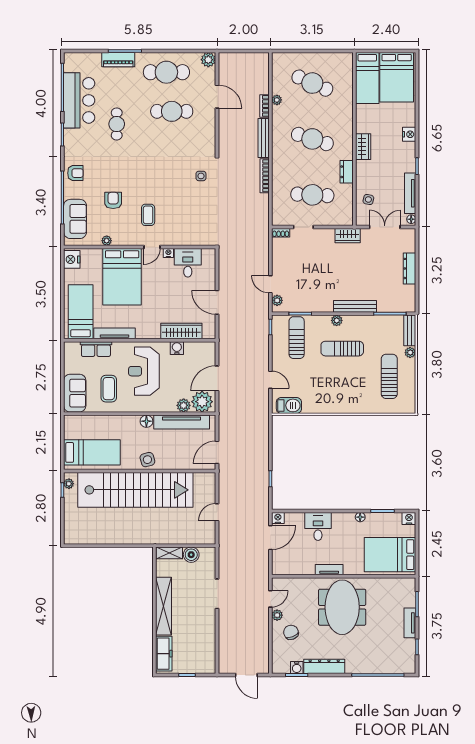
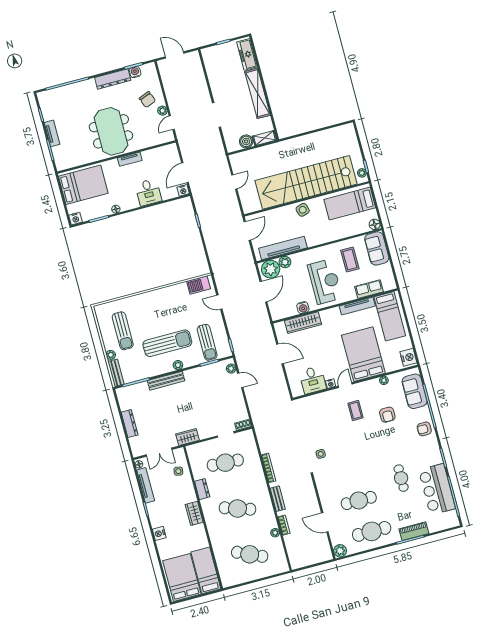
bench: (264, 138) -> (278, 499), width x0.73
sun lounger: (342, 349) -> (167, 343), width x1.36, depth x1.34
floor lamp: (146, 421) -> (375, 224), moved

